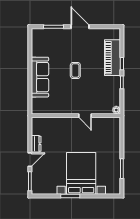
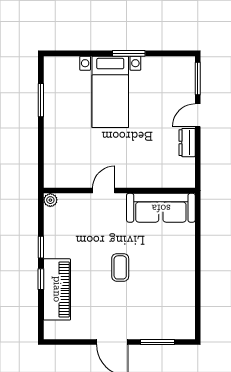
sofa: (40, 77) -> (161, 208), moved, turned -90
door: (85, 116) -> (104, 191), hinge flipped
bed with nightstands: (81, 173) -> (110, 92), width x0.73

